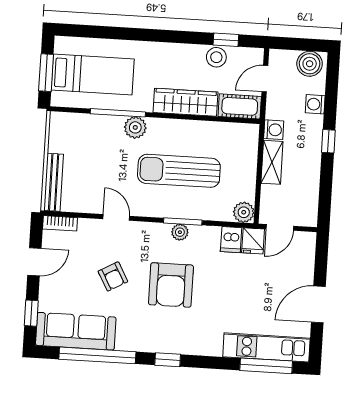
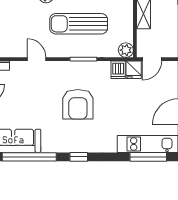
plant: (180, 232) -> (82, 67), removed
armchair: (113, 276) -> (37, 101), removed

